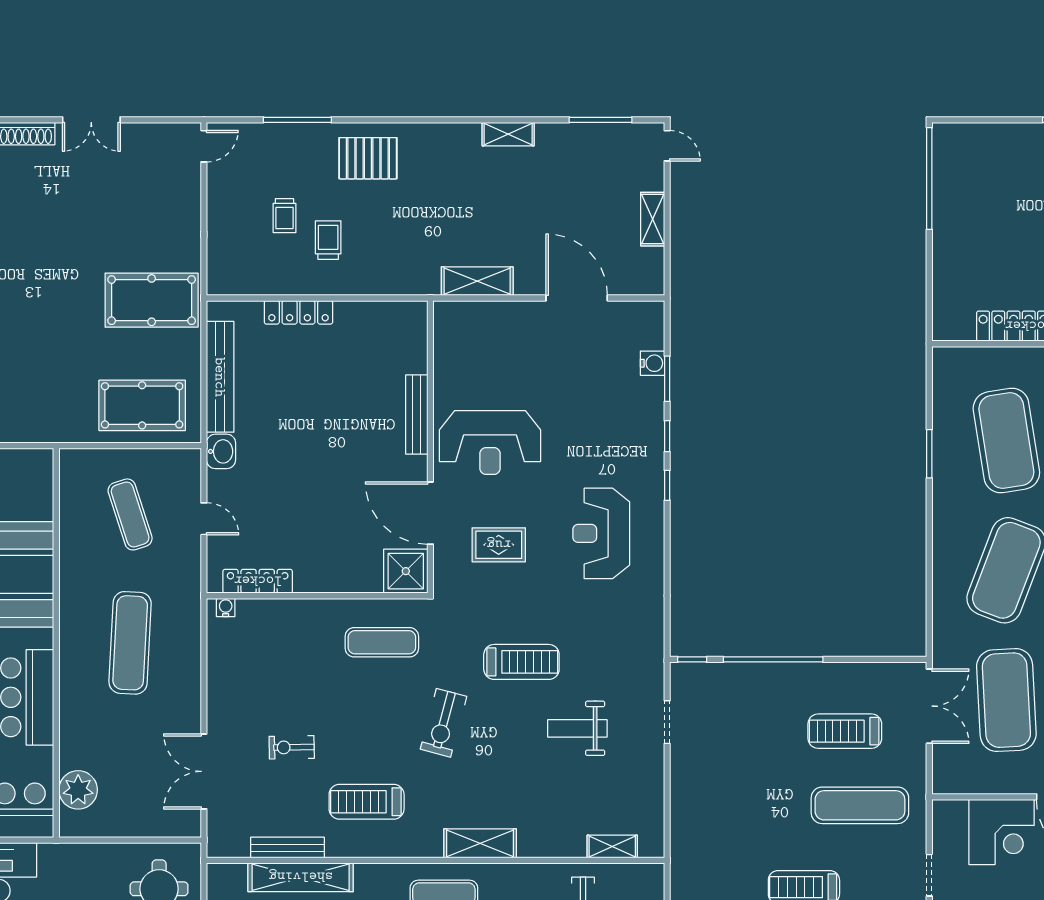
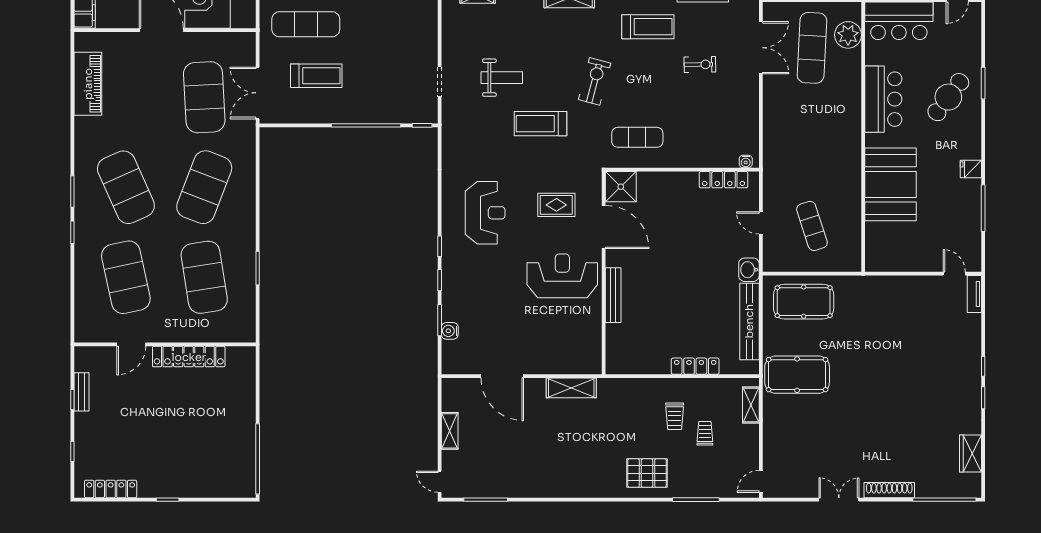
shelving: (508, 134) -> (751, 405), moved, turned 90
exercise mat: (130, 643) -> (812, 48), moved

